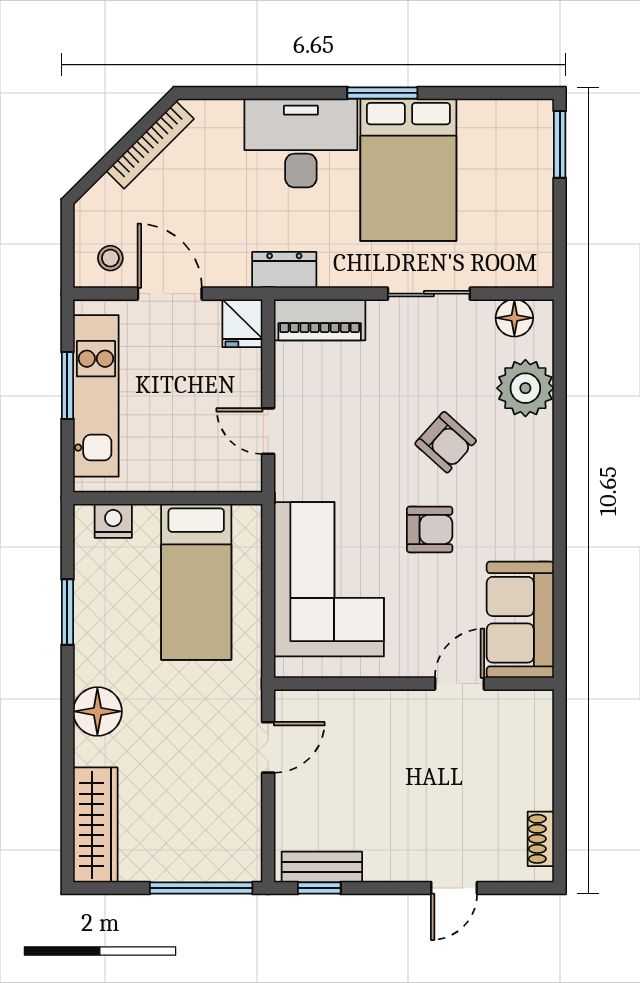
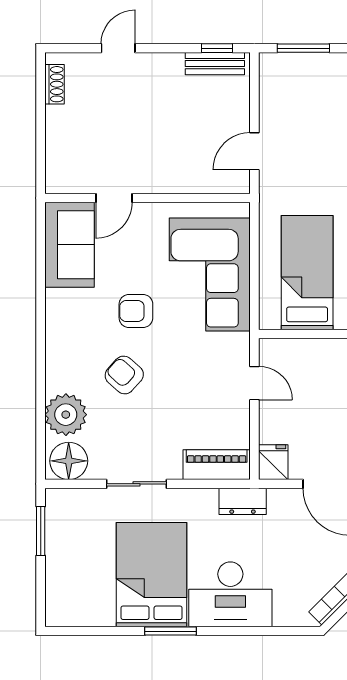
window: (560, 144) -> (41, 531), moved
floor lamp: (514, 318) -> (69, 461), width x1.38, depth x1.38
window: (201, 888) -> (303, 48), width x0.69

